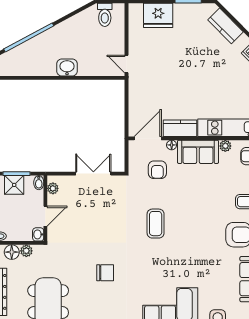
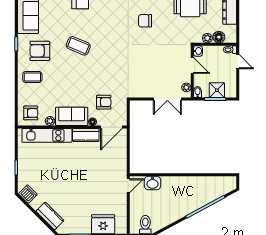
door: (126, 64) -> (128, 186), hinge flipped
washbasin: (67, 67) -> (152, 183), moved
armchair: (157, 170) -> (104, 102), turned 90
double door: (93, 174) -> (167, 99), moved
door: (45, 216) -> (192, 65), swing flipped
coffee table: (156, 224) -> (78, 46), moved, turned -67

